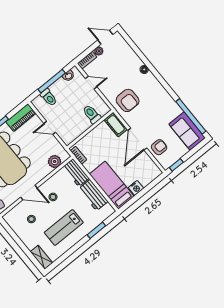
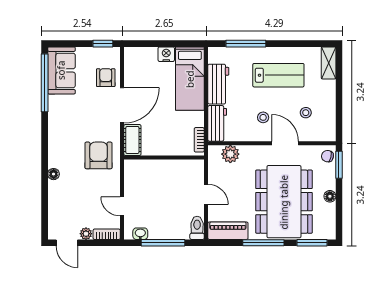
toilet: (49, 97) -> (197, 228), moved
toilet: (92, 114) -> (149, 172), removed
armchair: (159, 147) -> (106, 78), turned 90
window: (96, 230) -> (246, 44), width x1.44

